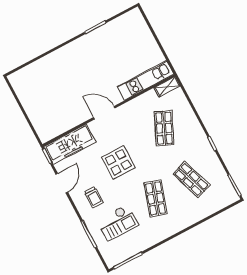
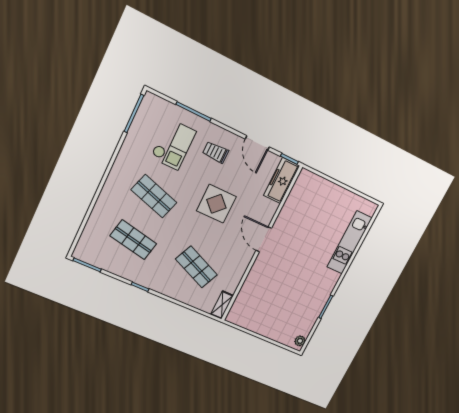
plant: (132, 15) -> (300, 341), added
kitchen unit: (146, 80) -> (349, 242), moved, turned 180
door: (104, 113) -> (264, 239), swing flipped
freezer: (70, 144) -> (282, 181), width x0.73, depth x0.79
shop shelf: (191, 179) -> (133, 240), turned 30
checkout: (118, 223) -> (173, 144), turned 180

